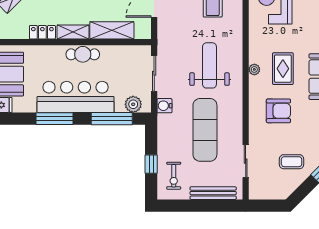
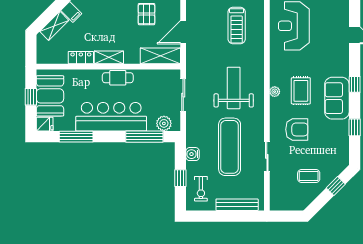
shelving: (112, 30) -> (160, 56), moved
water cooler: (164, 106) -> (193, 154), moved
window: (55, 119) -> (76, 137), moved
sliding door: (246, 161) -> (267, 156), moved

